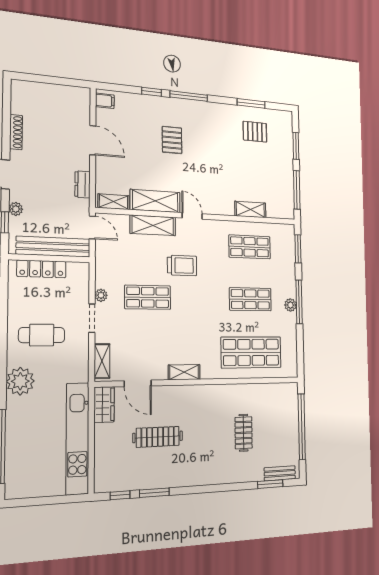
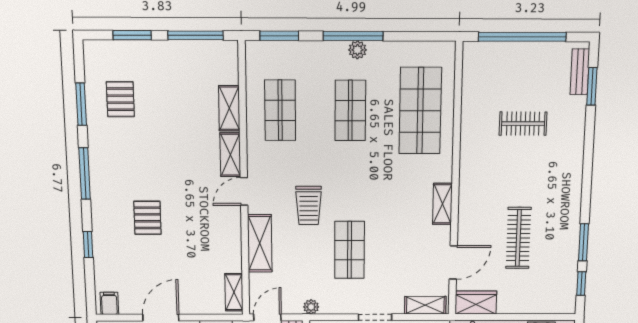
window: (189, 96) -> (85, 173), moved
pallet: (172, 140) -> (147, 218), turned 90
shelving: (155, 201) -> (230, 155), moved, width x0.67, depth x0.75
trolley: (182, 265) -> (309, 206), turned 180
plant: (101, 295) -> (311, 307), moved

